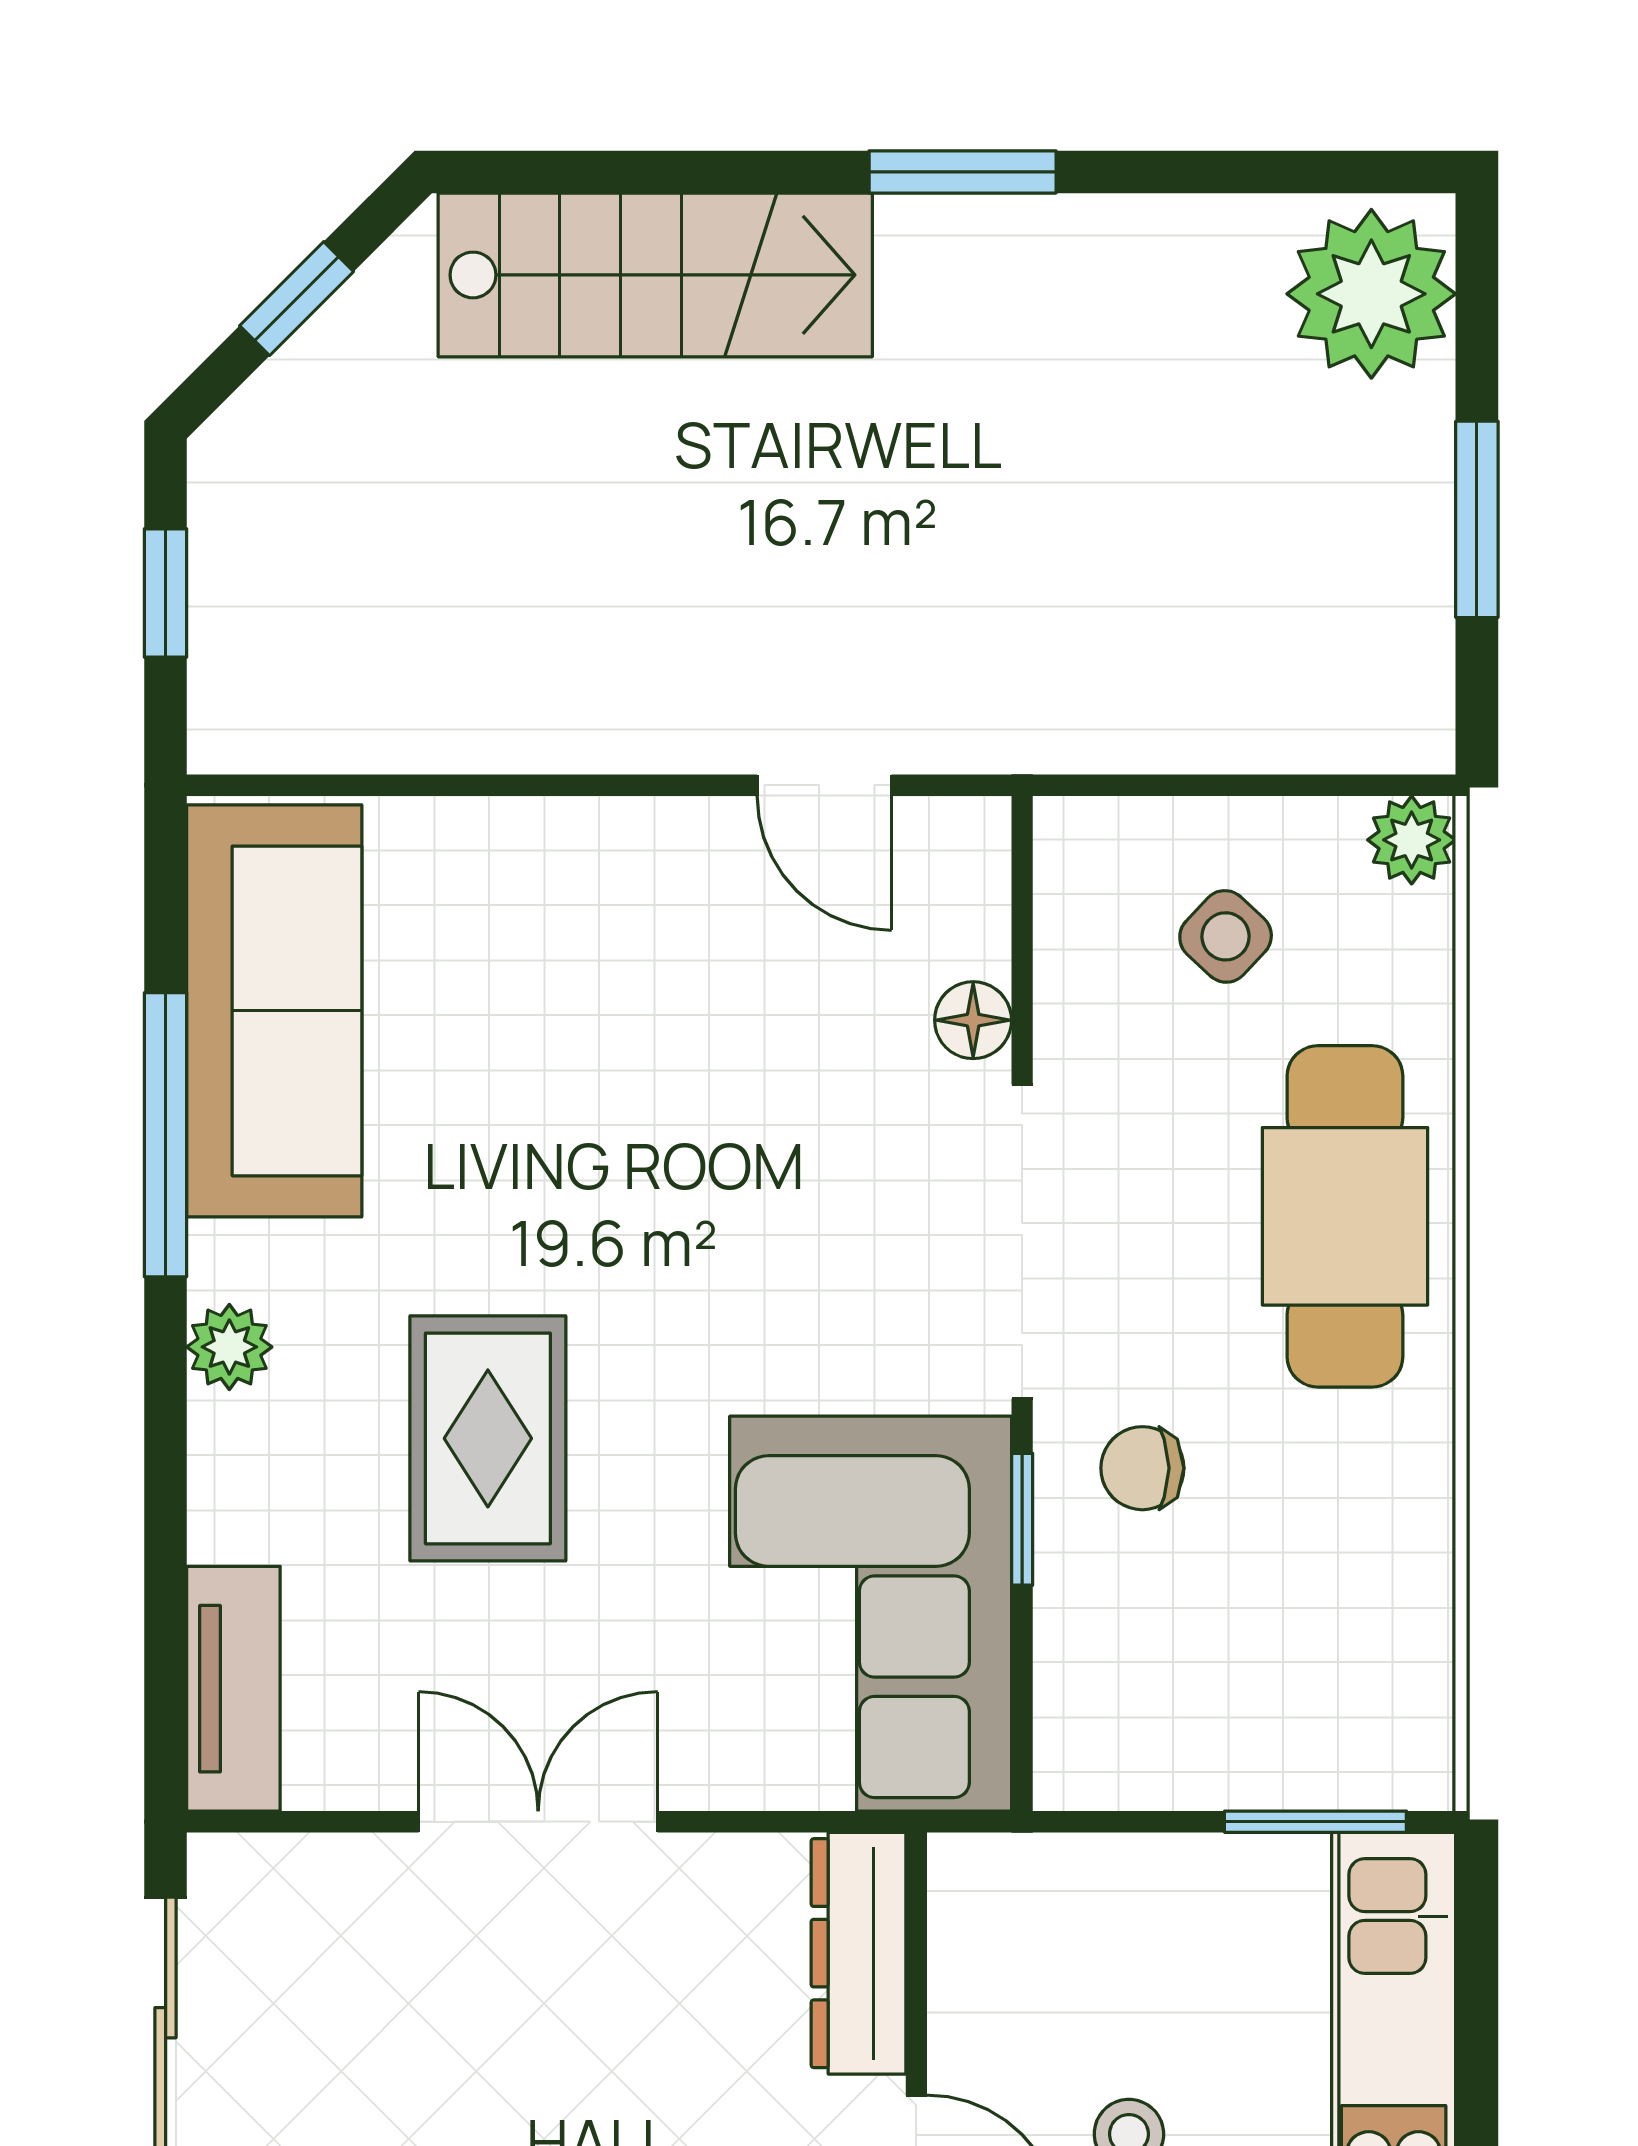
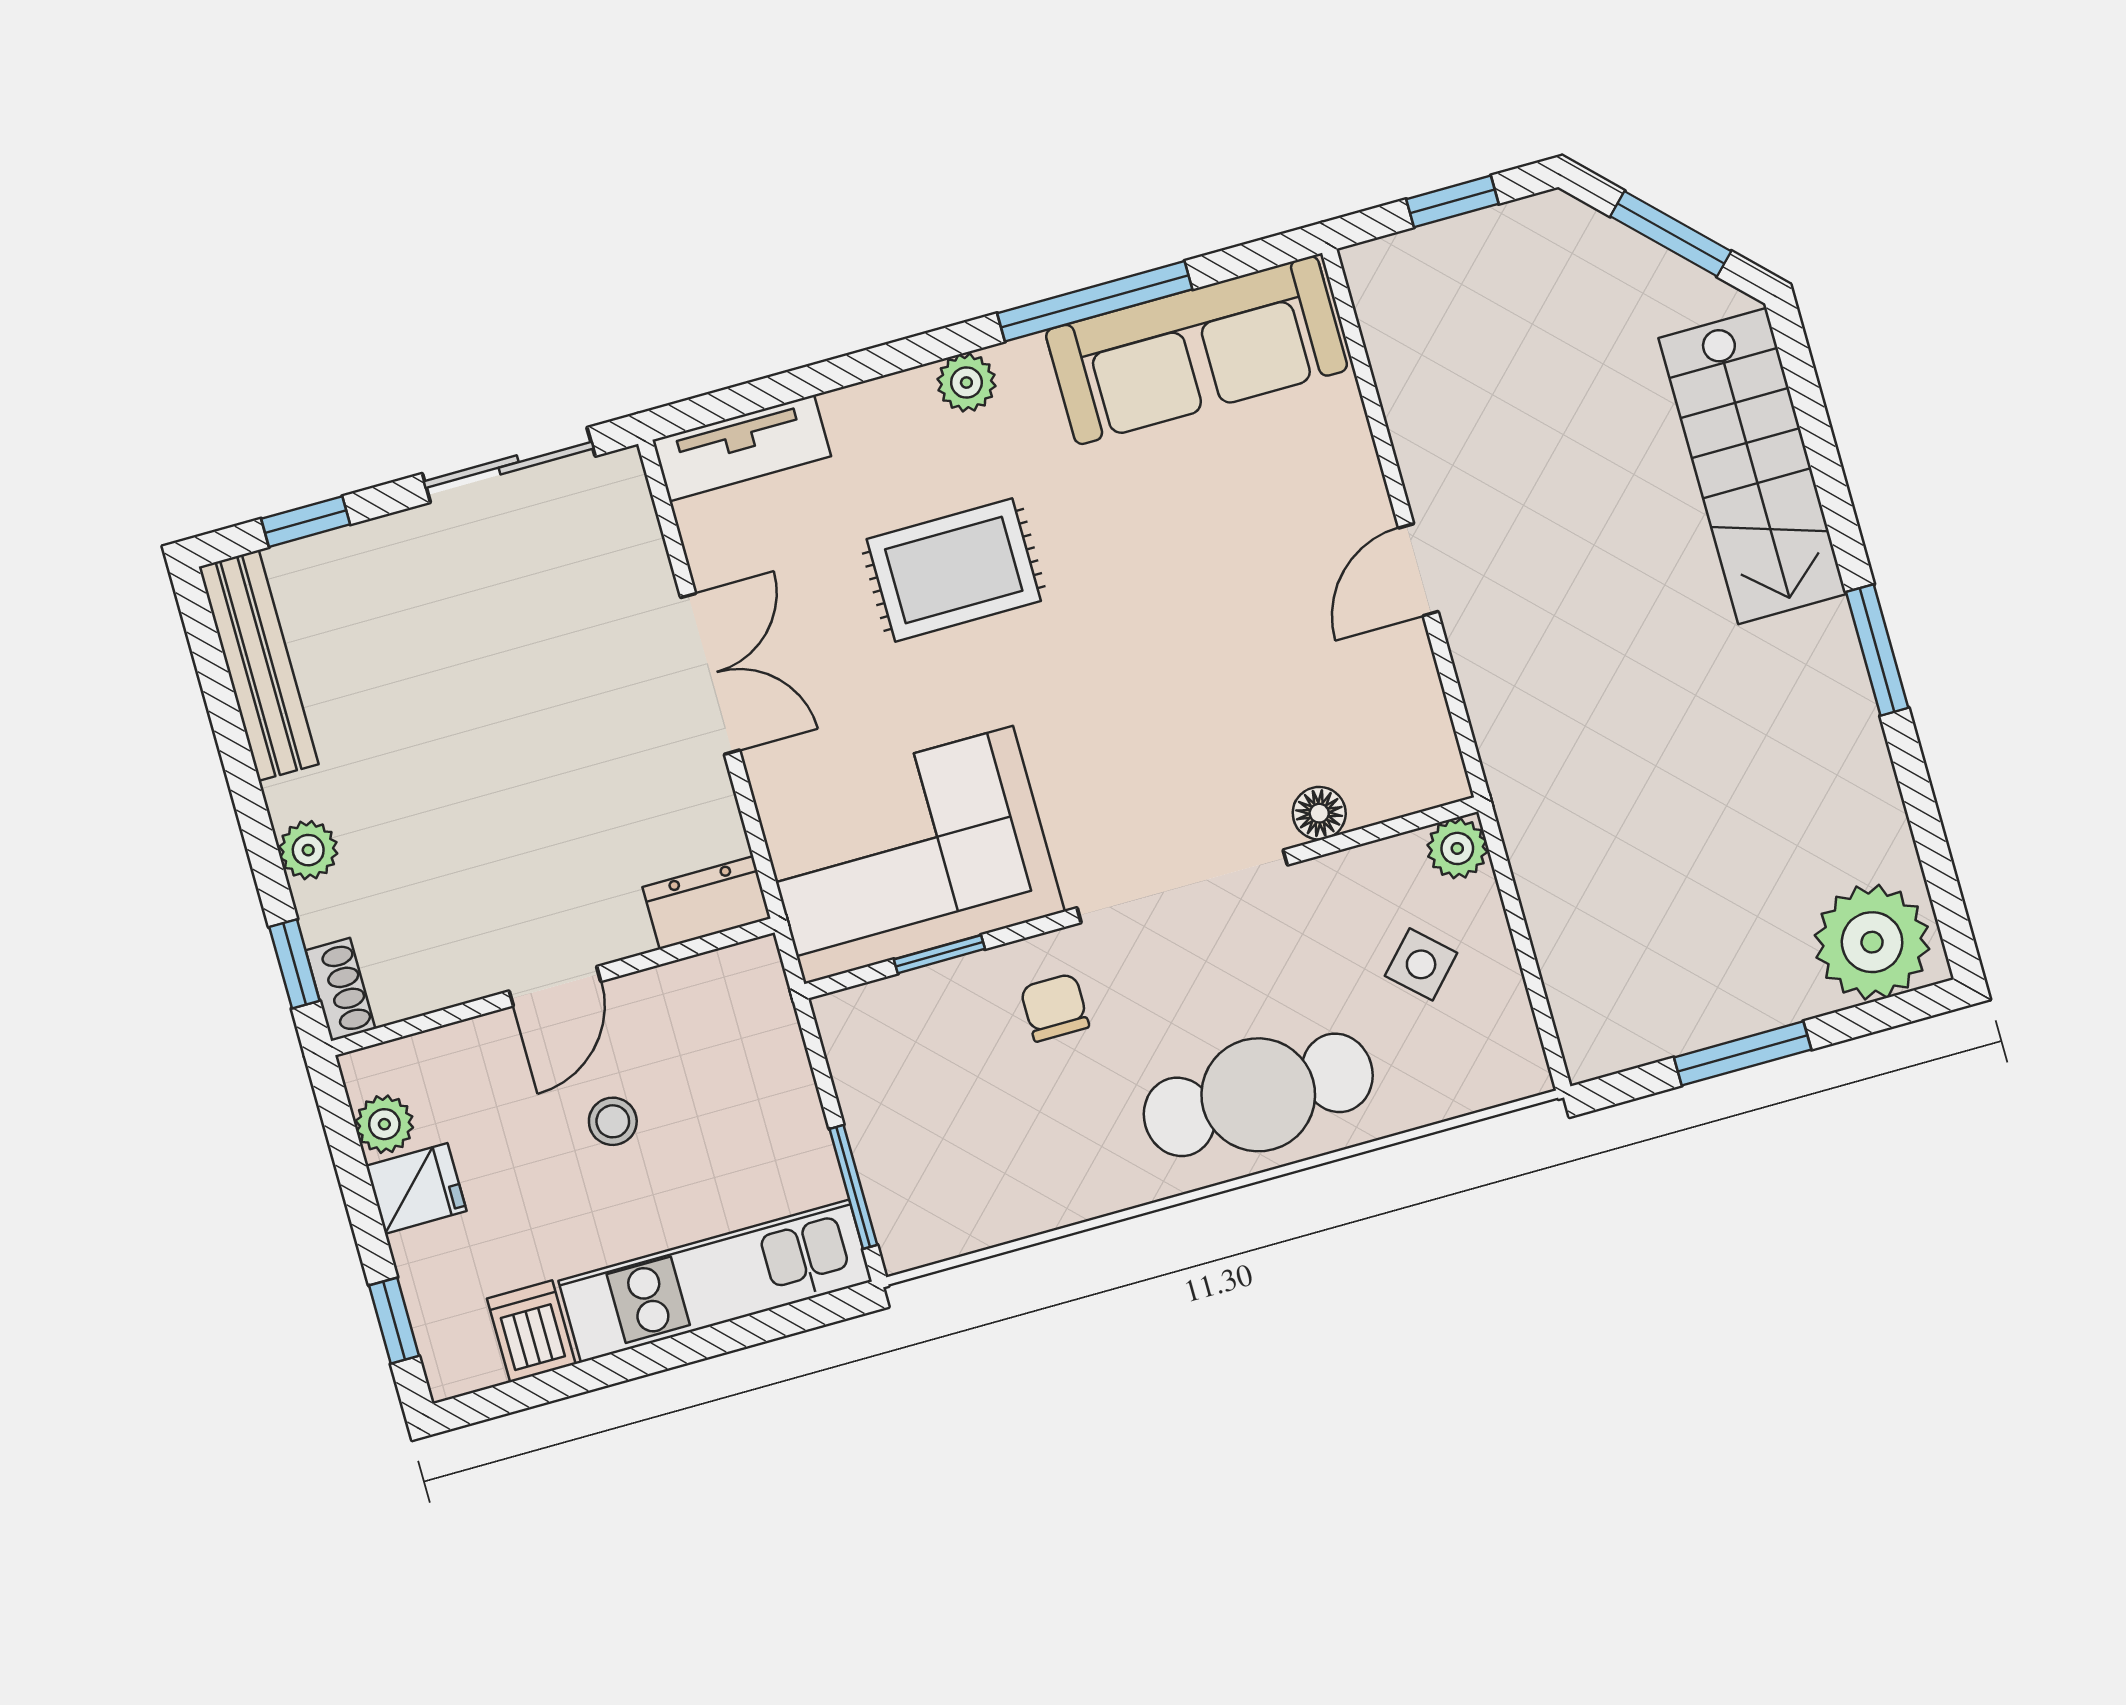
window: (297, 299) -> (1671, 234), width x1.50
door: (824, 785) -> (1418, 570), moved
plant: (1412, 840) -> (1457, 848), moved
window: (1022, 1519) -> (939, 954), moved
dresser: (858, 1953) -> (707, 903), width x0.70

